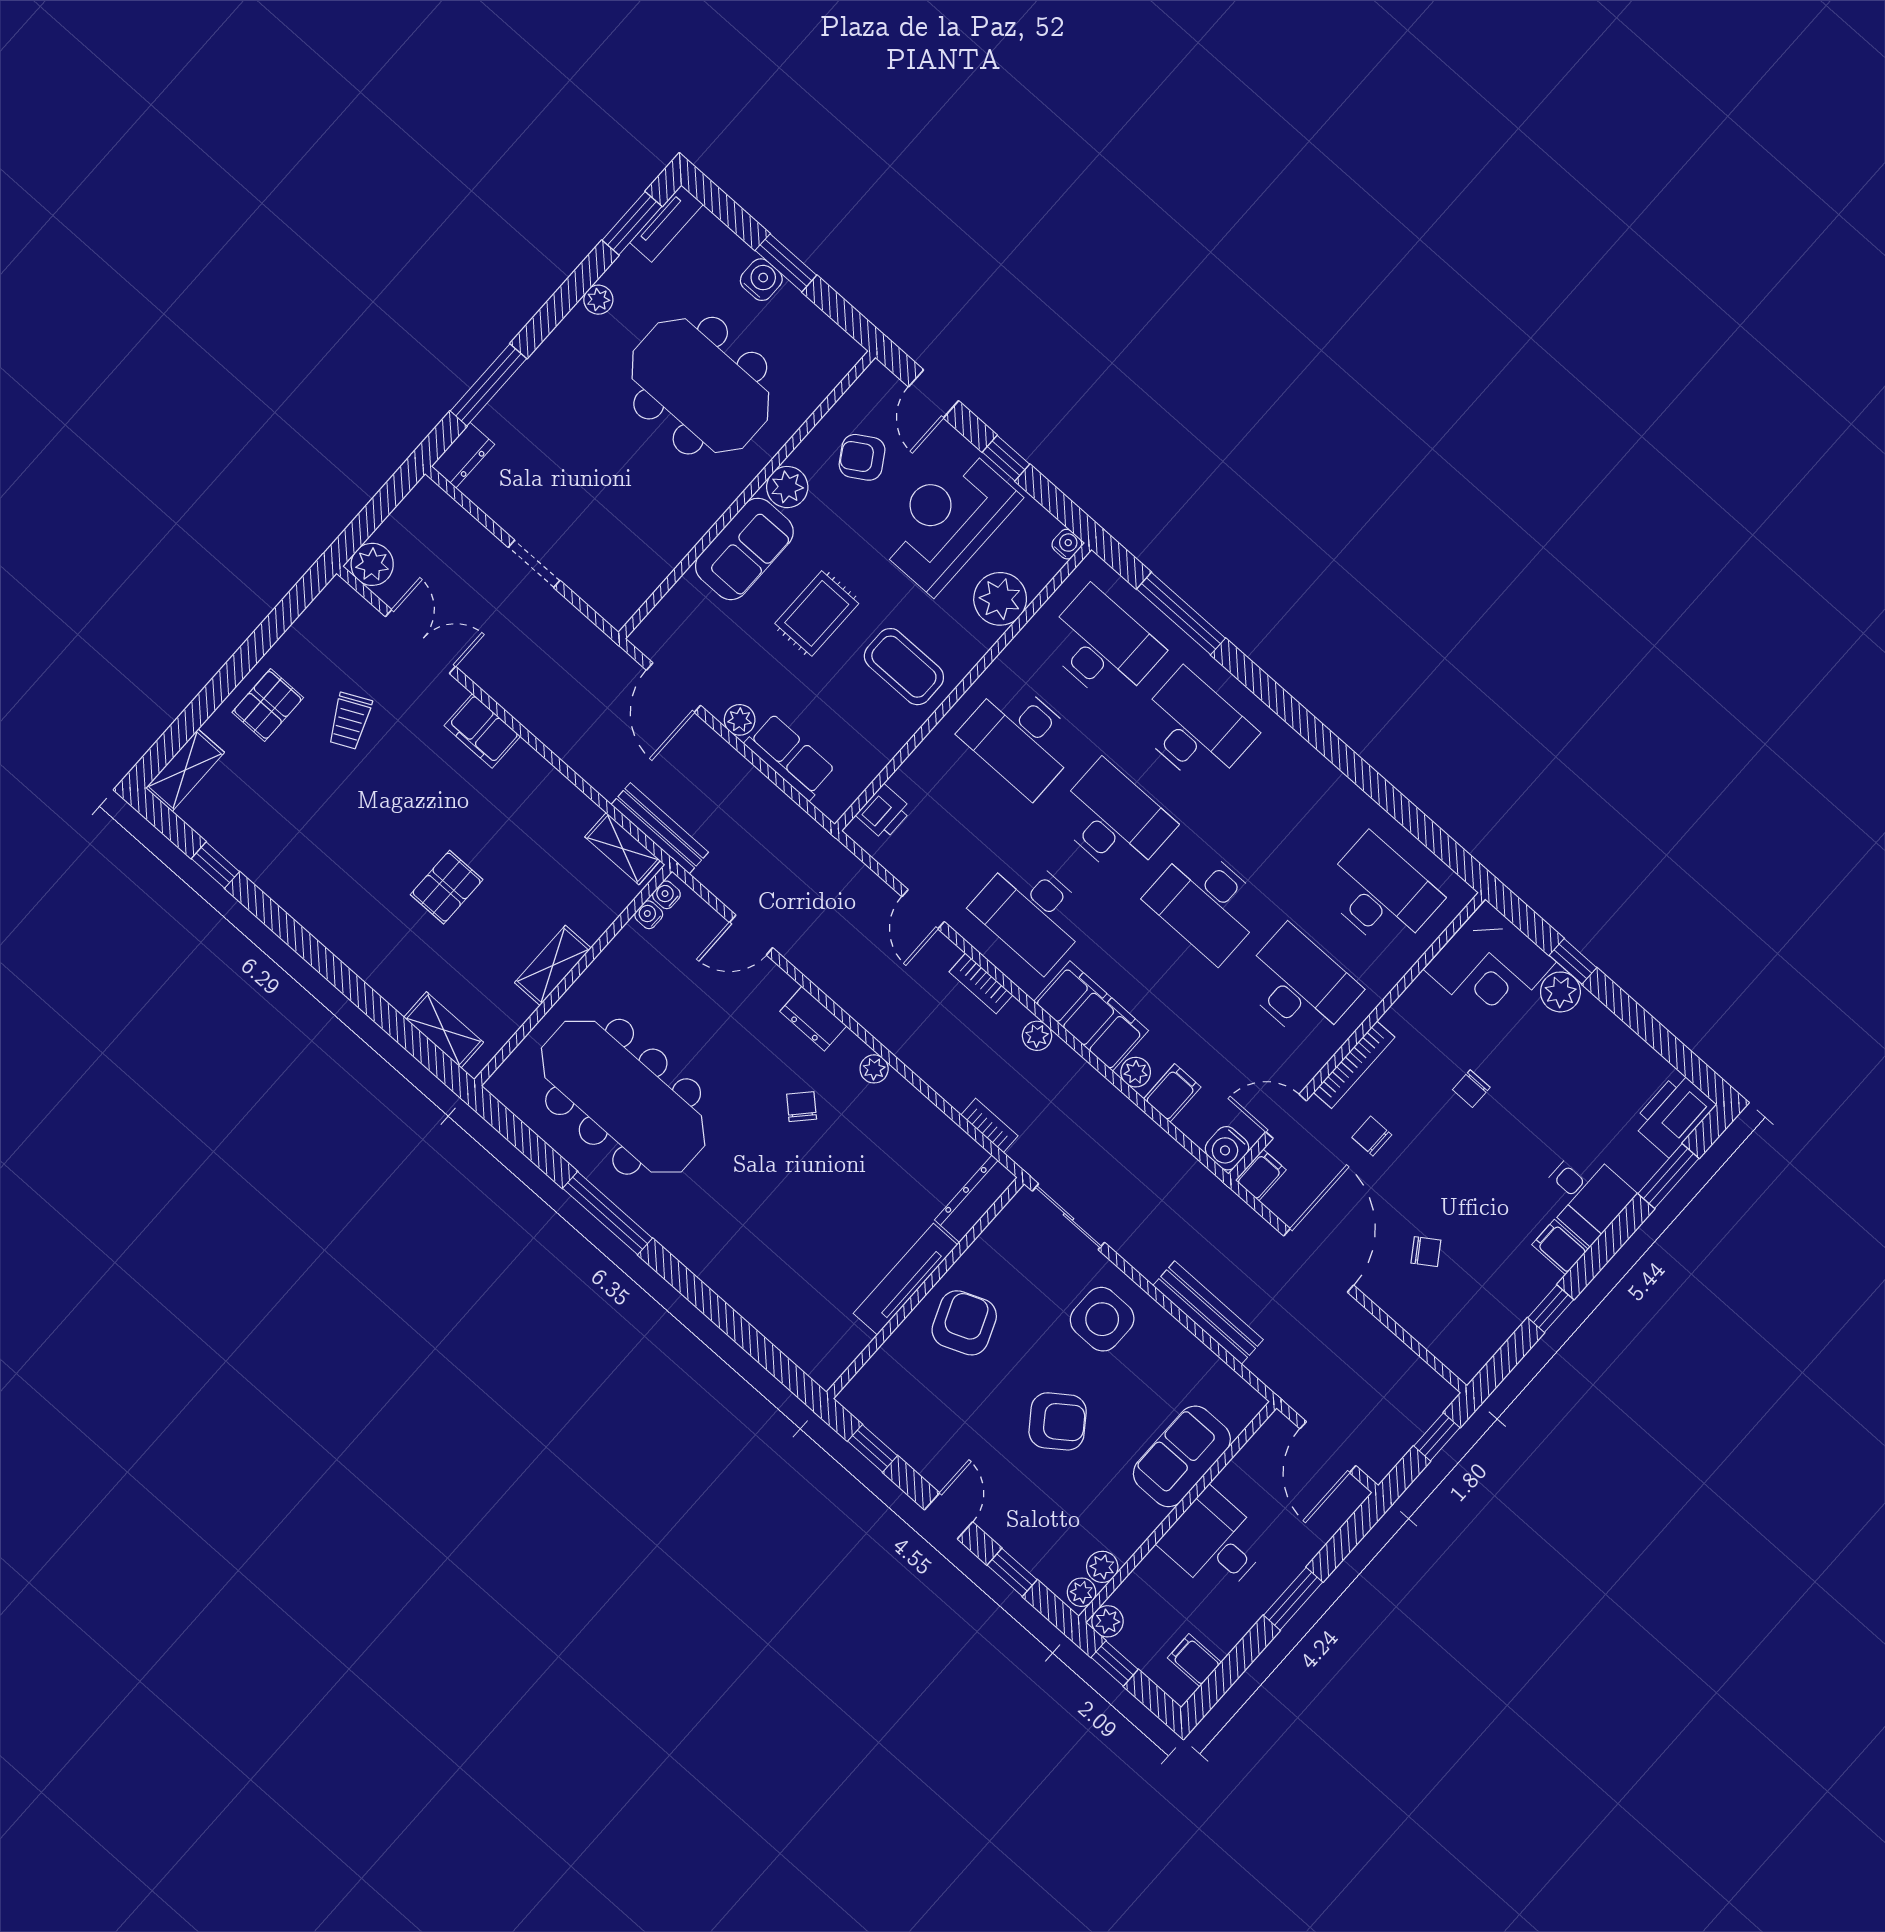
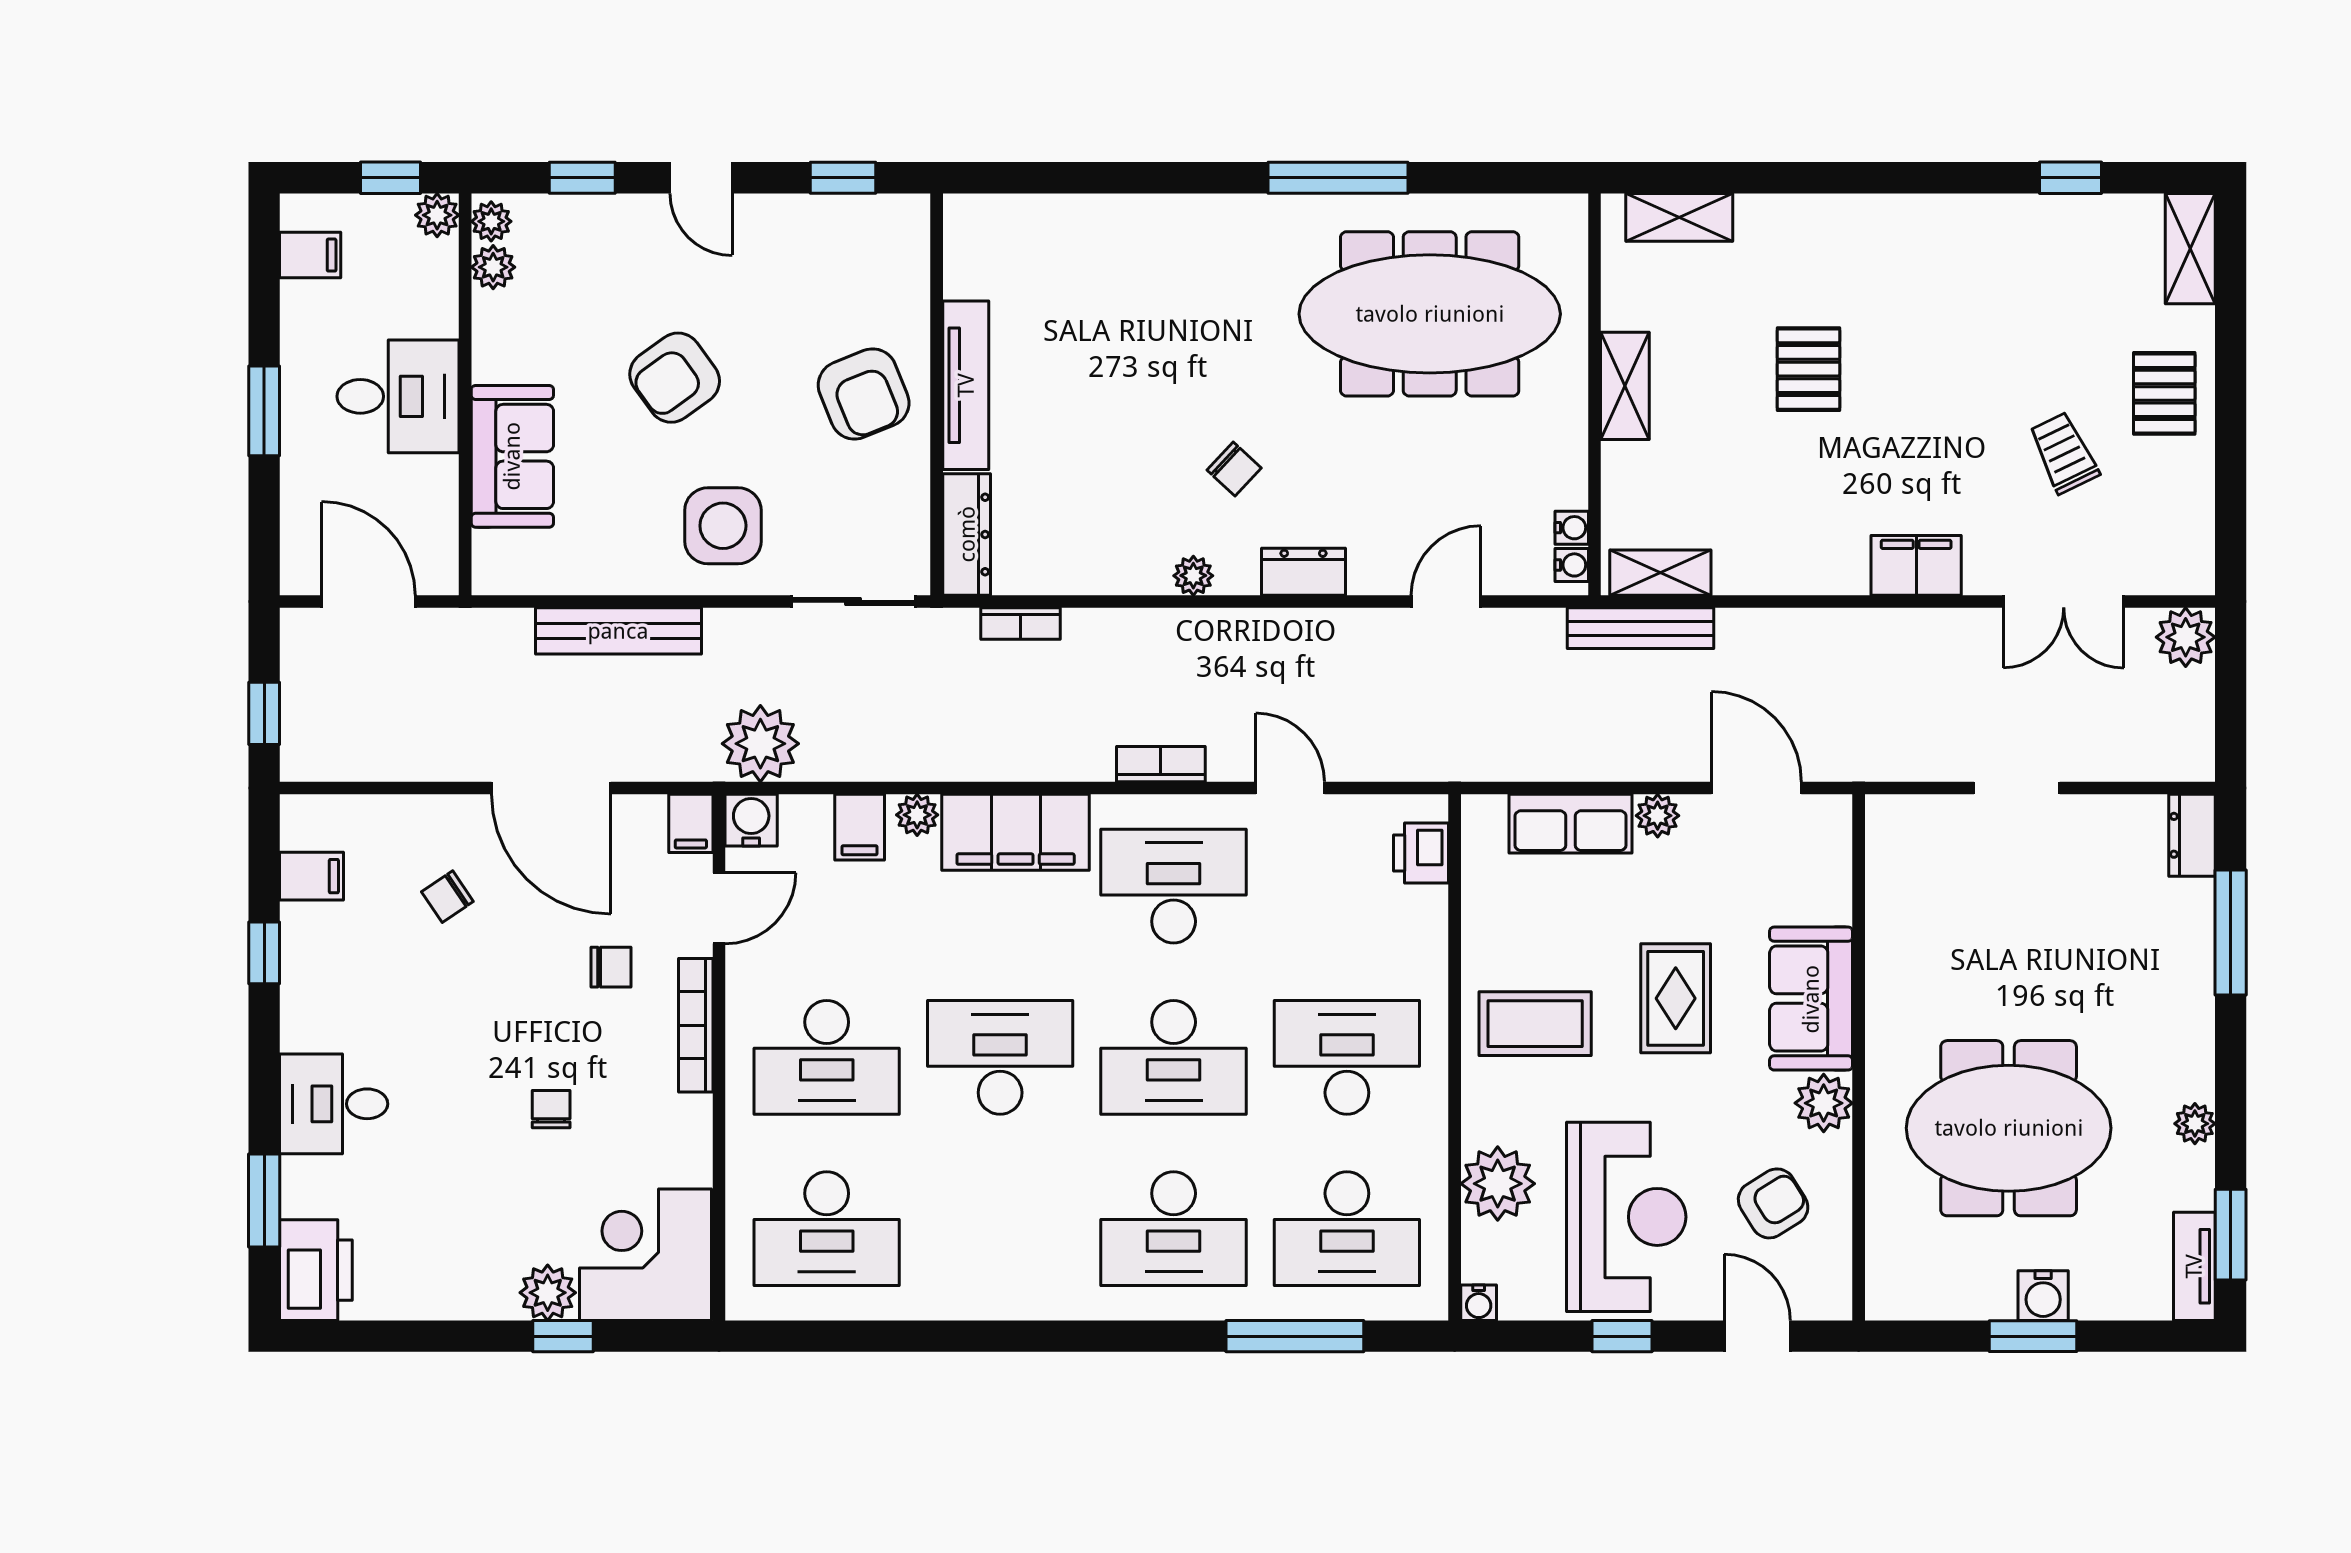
plant: (1037, 1036) -> (760, 744), moved, width x1.87, depth x1.87
filing cabinet: (1560, 1247) -> (312, 876), moved

